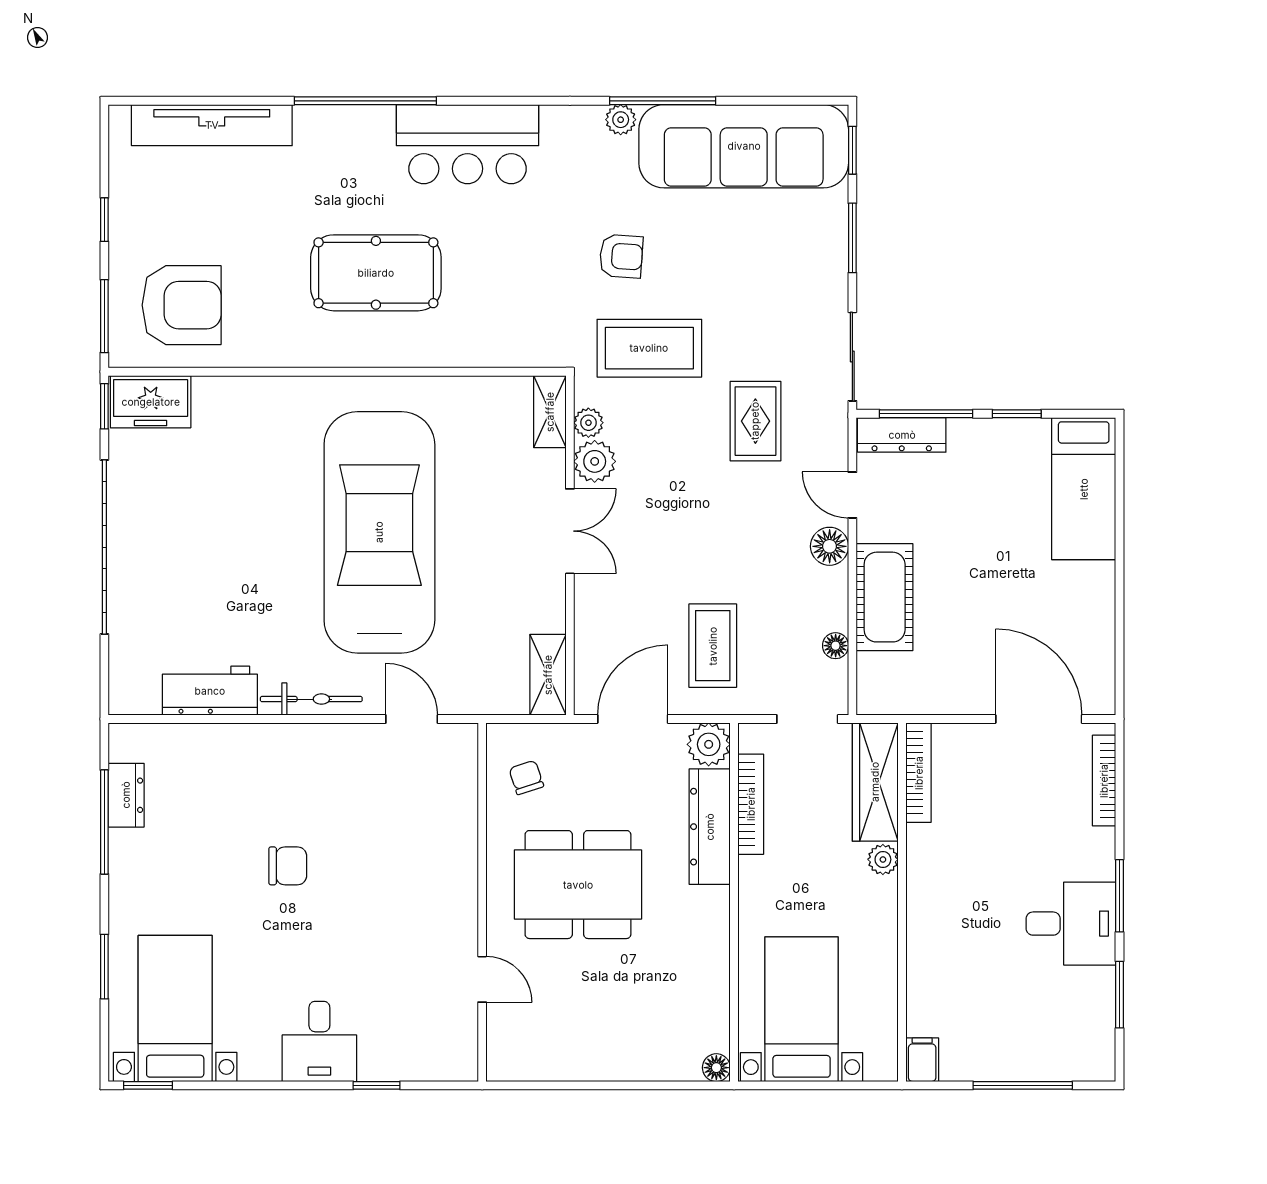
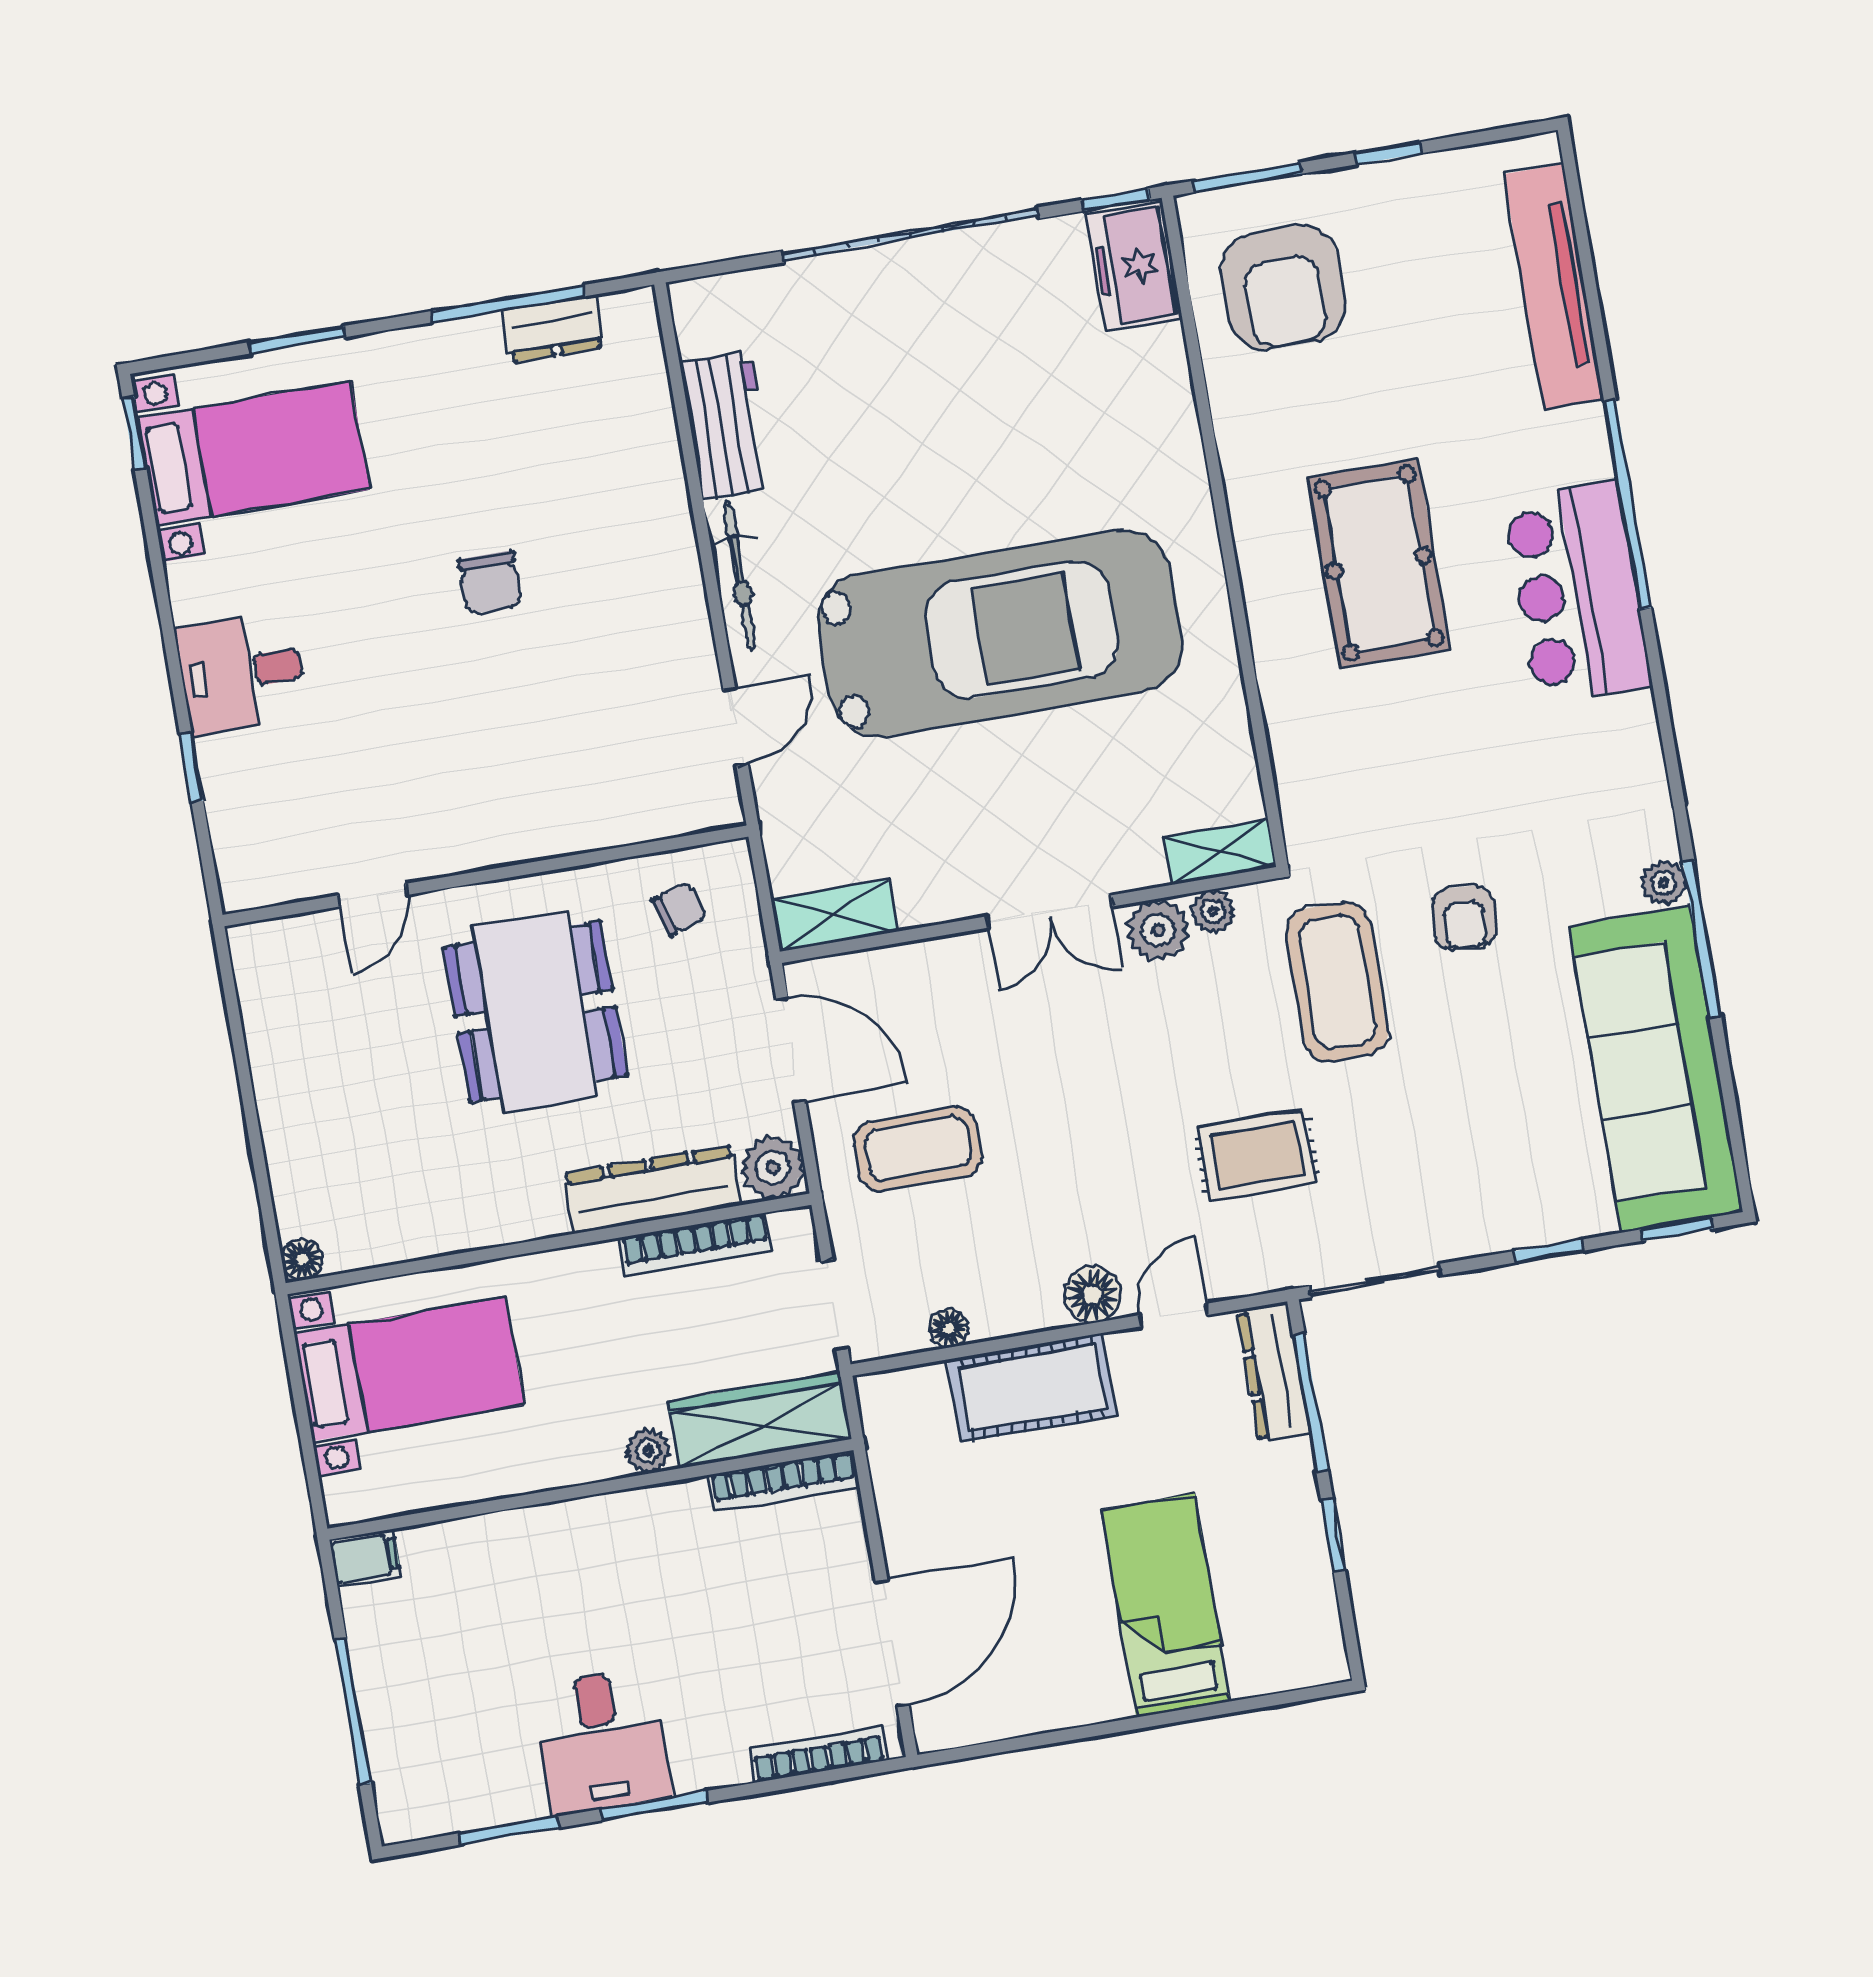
bar counter: (467, 144) -> (1577, 592), moved
window: (852, 238) -> (1549, 1251), width x0.67
bed: (1084, 489) -> (1166, 1606), moved, turned 90

